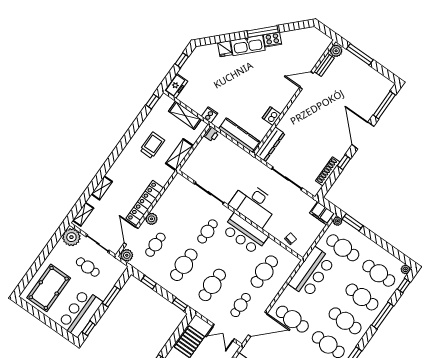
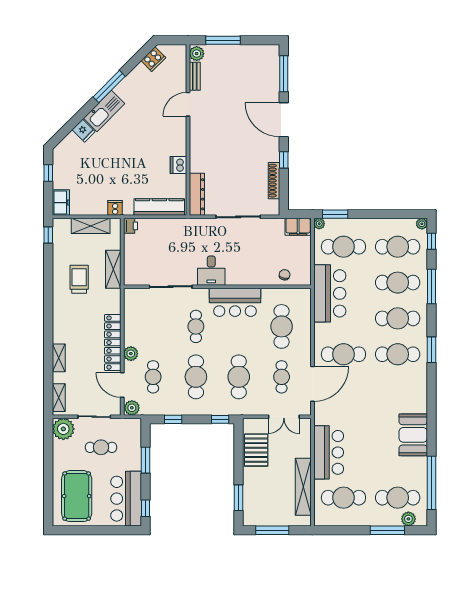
cooker: (272, 40) -> (153, 59), moved
desk: (254, 204) -> (211, 271), width x0.53, depth x0.77

